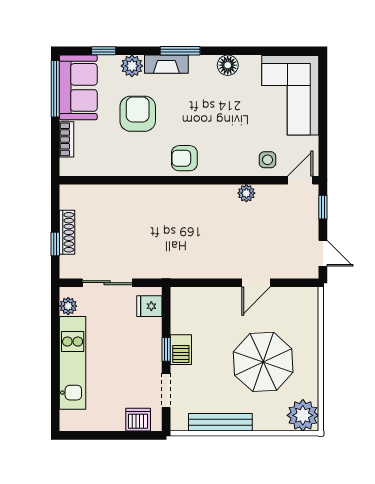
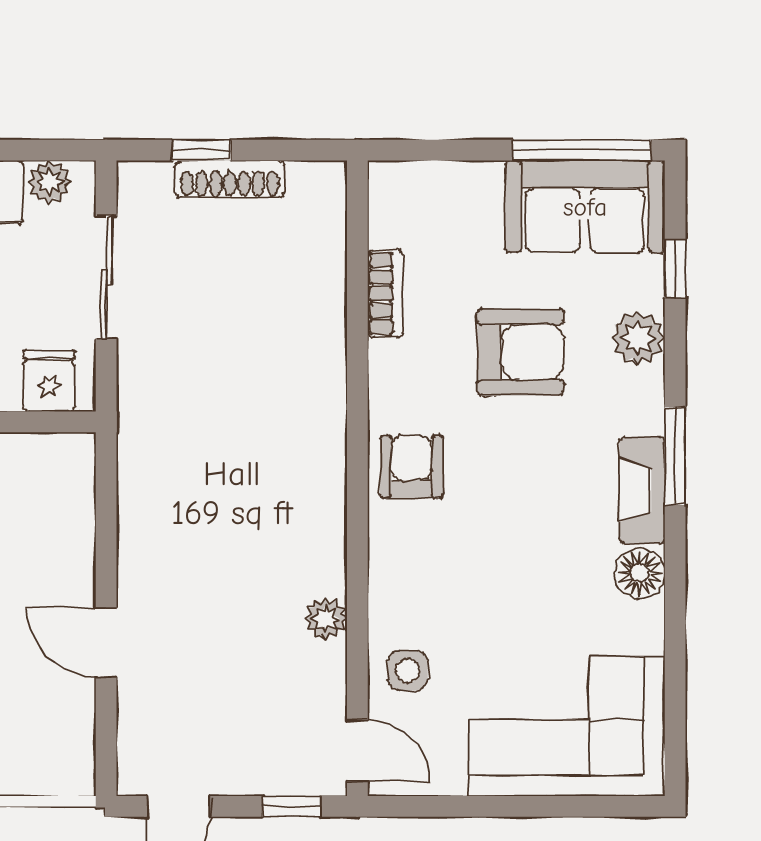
fireplace: (166, 64) -> (642, 490), moved
bookcase: (67, 139) -> (385, 294), moved, turned -90

